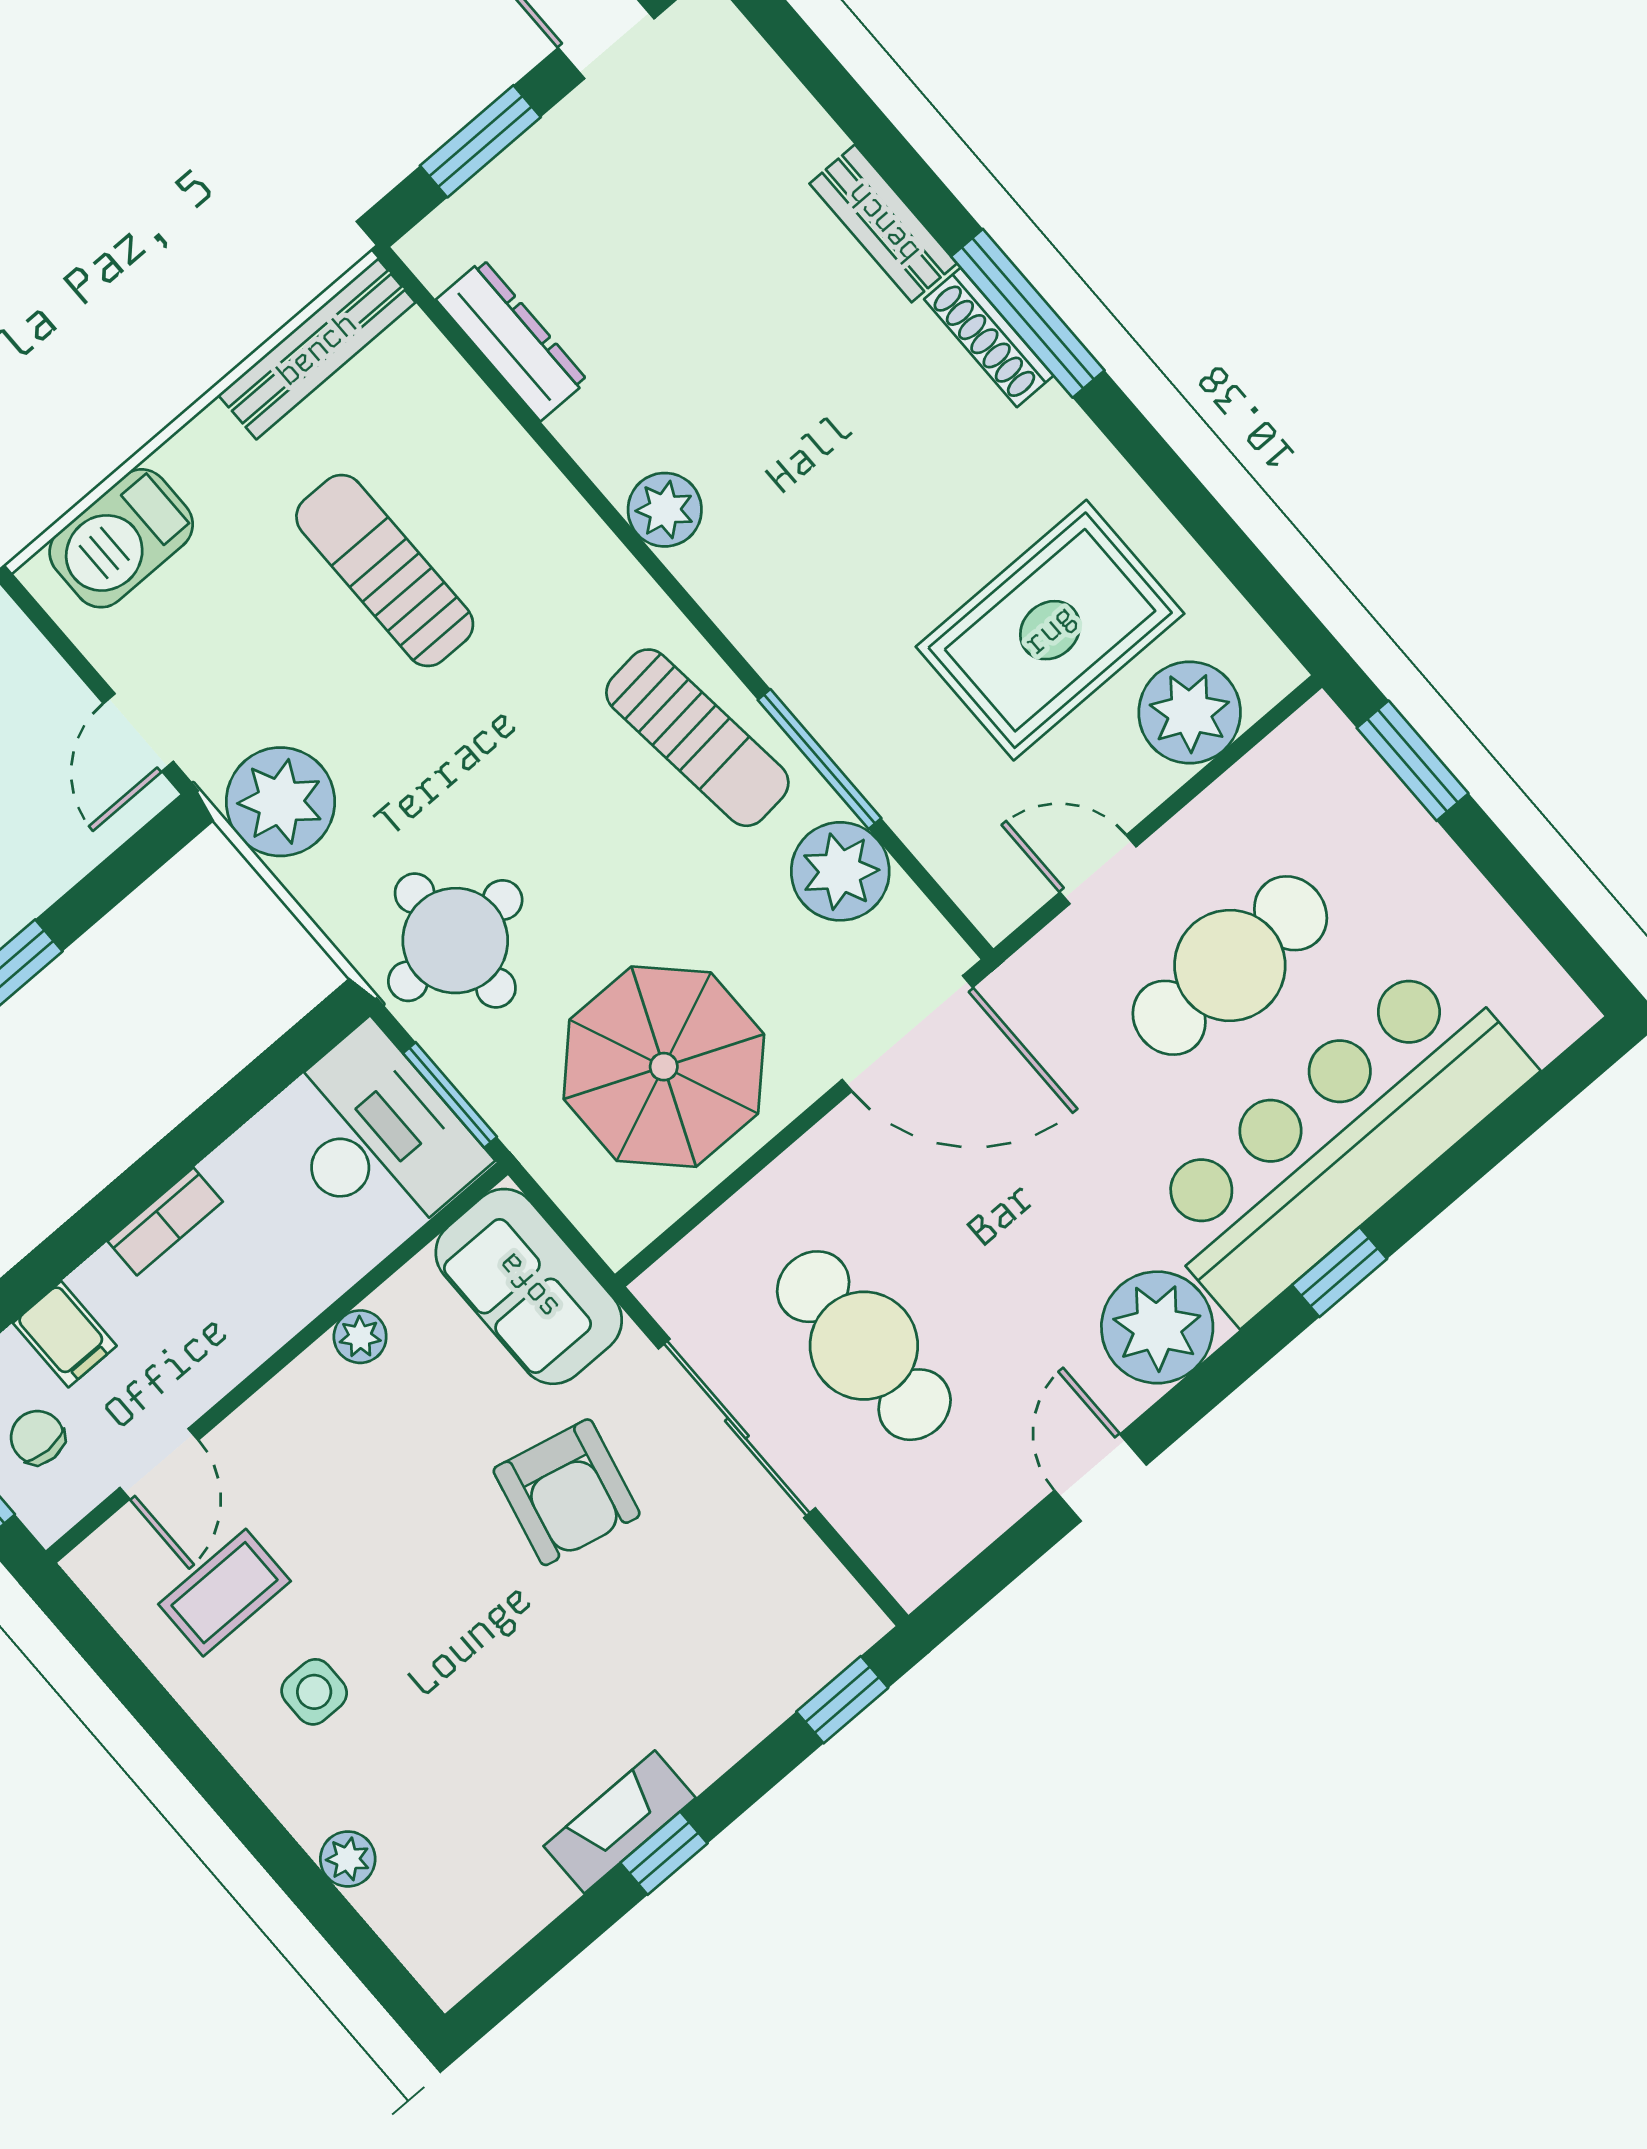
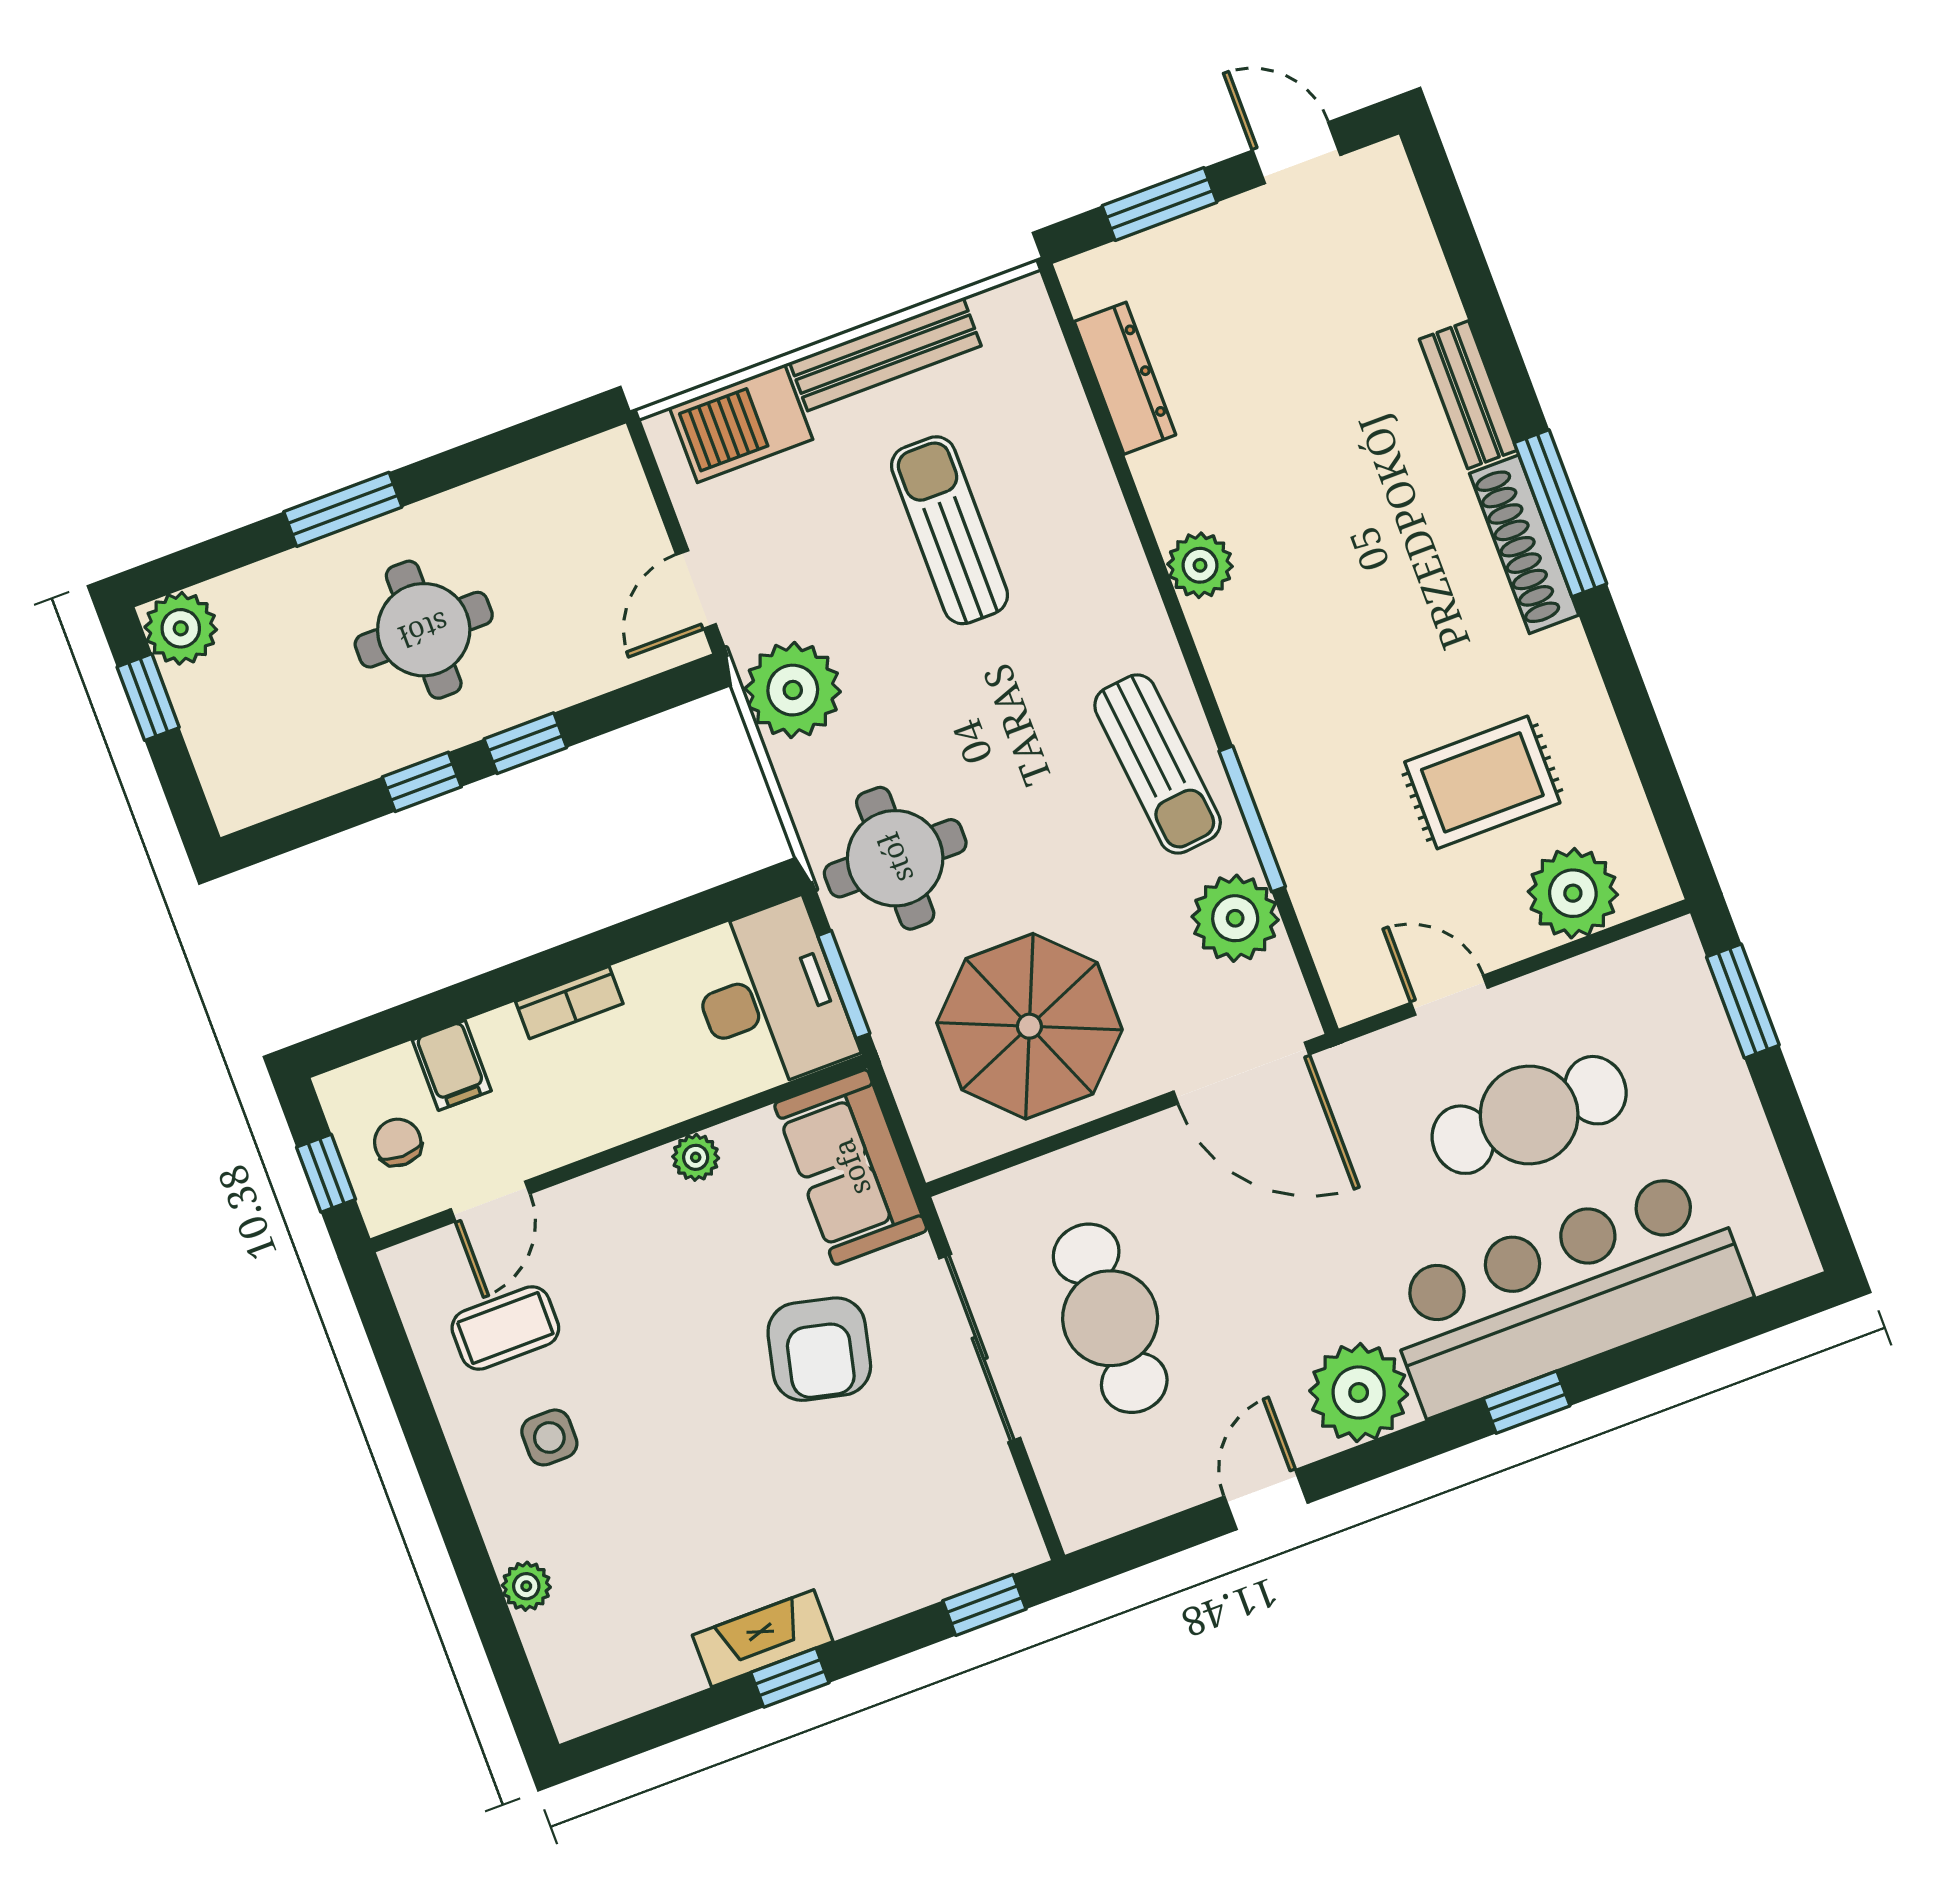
shoe rack: (989, 337) -> (1524, 544), width x1.36, depth x1.24
bench: (317, 349) -> (885, 354), moved
rug: (1050, 630) -> (1482, 782), width x0.73, depth x0.70

